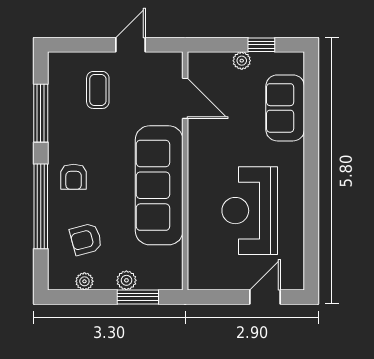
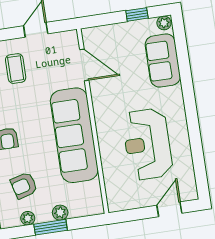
plant: (242, 61) -> (164, 23), moved
window: (138, 297) -> (51, 227), moved

